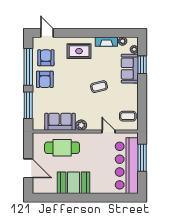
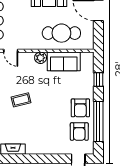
rug: (79, 51) -> (43, 139), removed
armchair: (45, 79) -> (80, 108), turned 180
window: (28, 105) -> (98, 79), width x0.46

